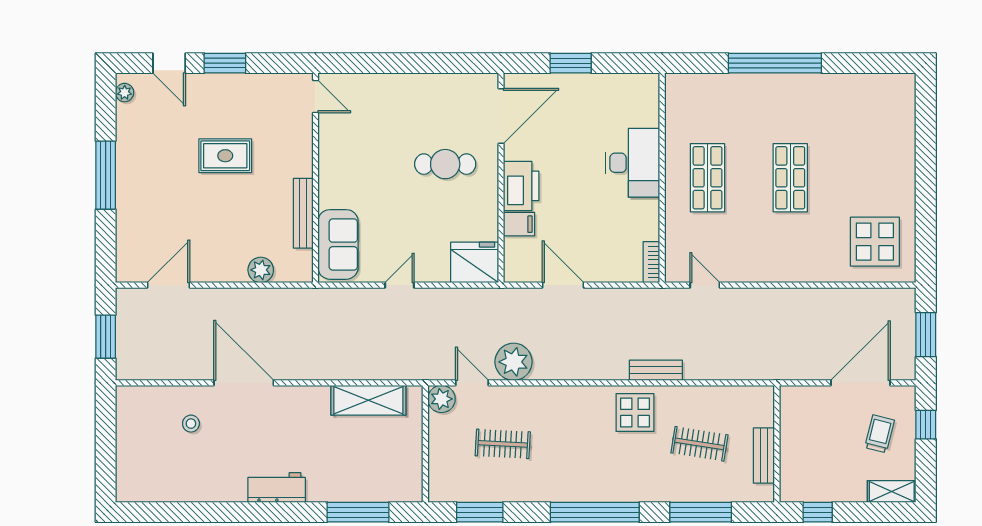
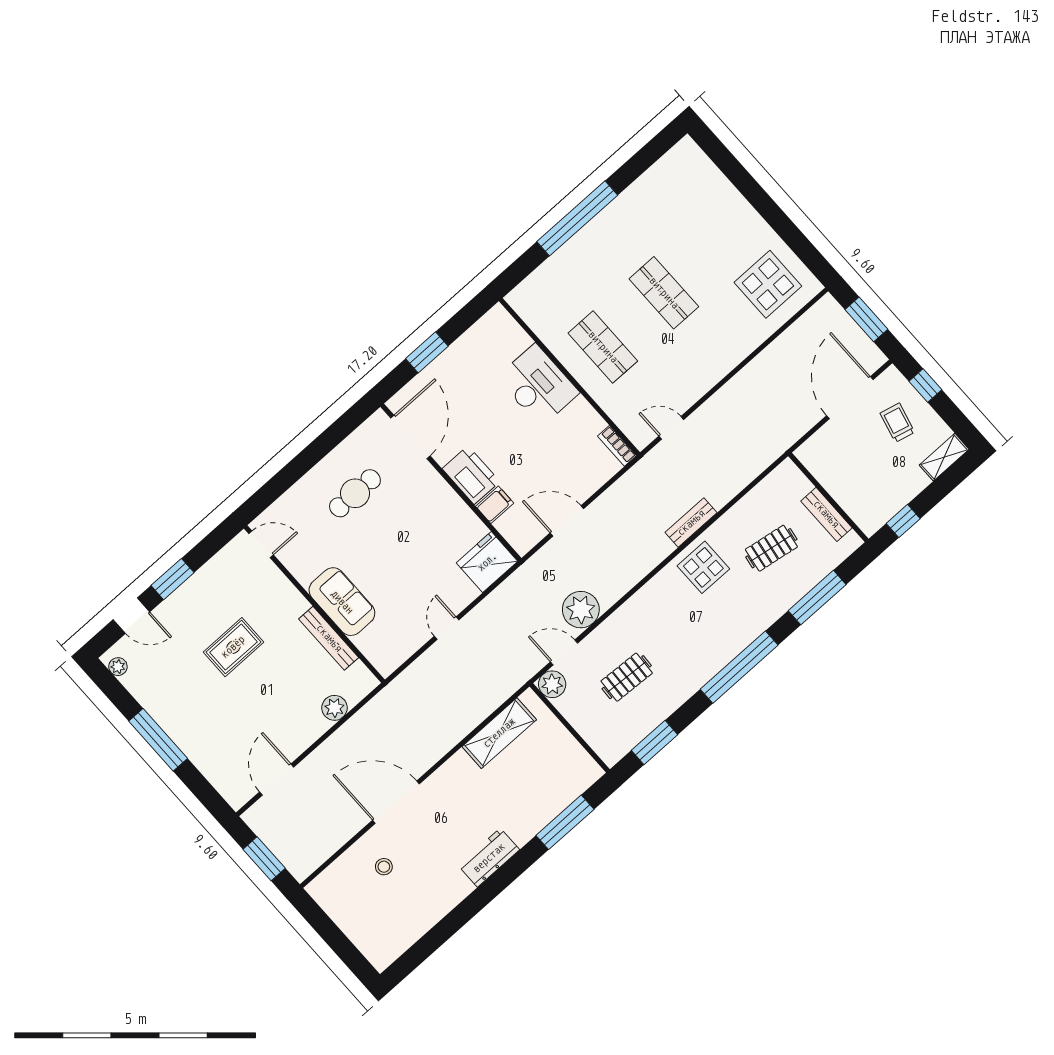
cafe table: (445, 164) -> (355, 493), moved
sofa: (338, 244) -> (342, 602), moved

